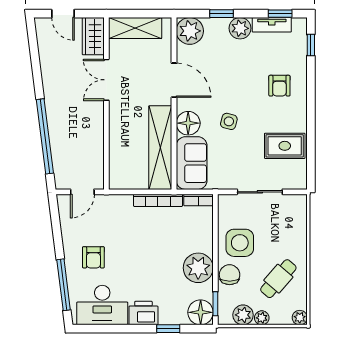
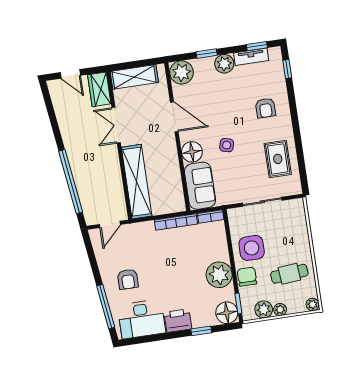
rug: (285, 146) -> (278, 159), turned 90
shelving: (160, 148) -> (137, 182), moved
cafe table: (278, 279) -> (289, 274), turned 44

